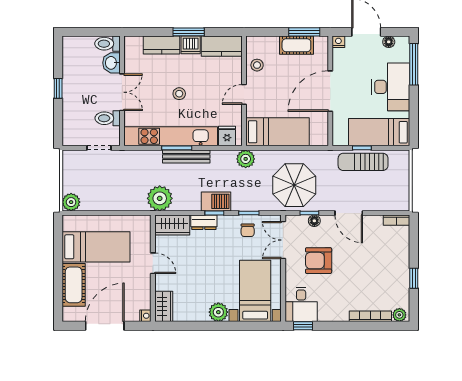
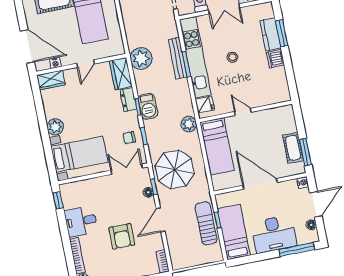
window: (189, 32) -> (282, 33), moved
kitchen counter: (222, 46) -> (280, 85), removed
stool: (257, 65) -> (270, 118), removed
bench: (186, 156) -> (178, 58), moved
armchair: (319, 261) -> (122, 236), moved, turned 180
desk: (301, 304) -> (81, 221), moved
nightstand: (145, 316) -> (55, 63), moved
door: (105, 326) -> (27, 46), moved

